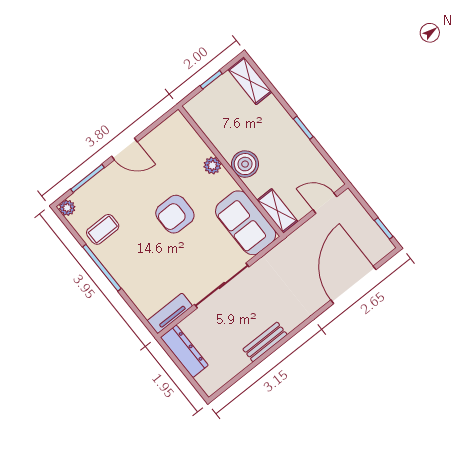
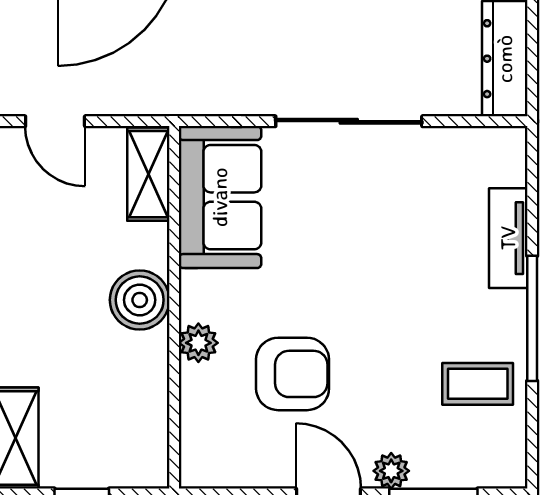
plant: (67, 208) -> (391, 471), moved
armchair: (175, 214) -> (293, 374), moved
tv unit: (170, 313) -> (508, 238), moved, turned 90

